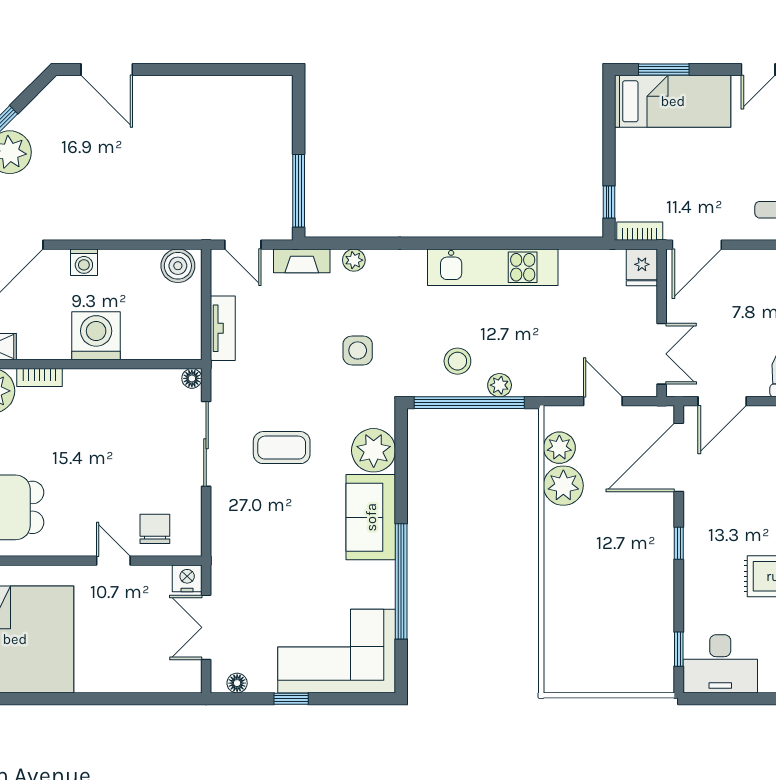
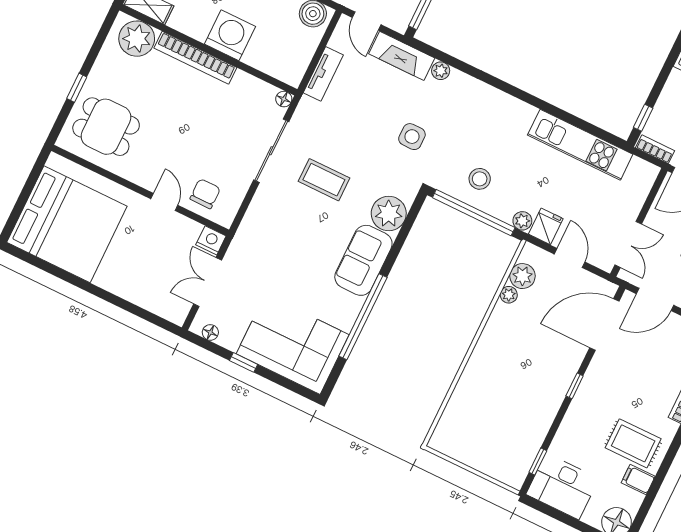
fireplace: (302, 261) -> (402, 56), width x1.37, depth x1.32
kitchen unit: (493, 267) -> (580, 145), moved
fridge: (642, 267) -> (546, 226), moved, turned 180
bookcase: (39, 378) -> (195, 58), width x2.31, depth x1.31
plant: (500, 385) -> (522, 221), moved
plant: (563, 486) -> (509, 295), width x0.53, depth x0.53

